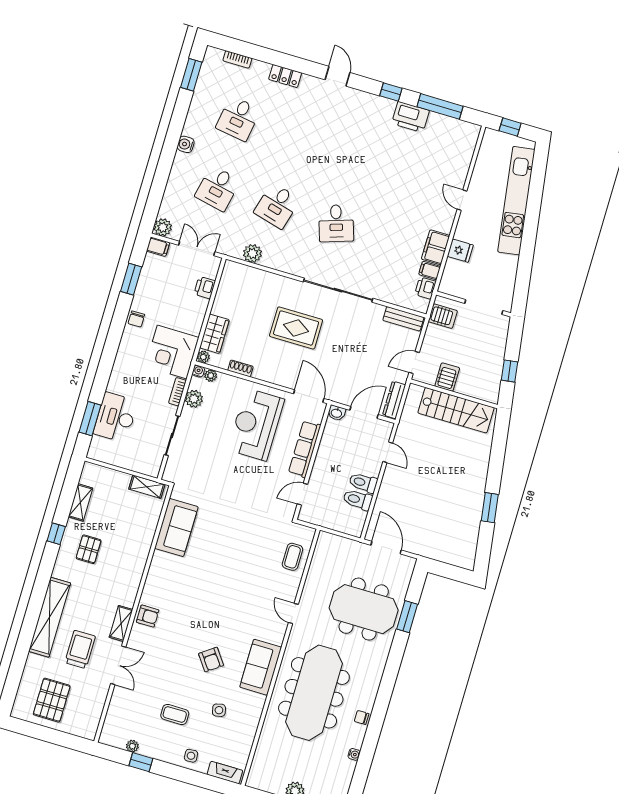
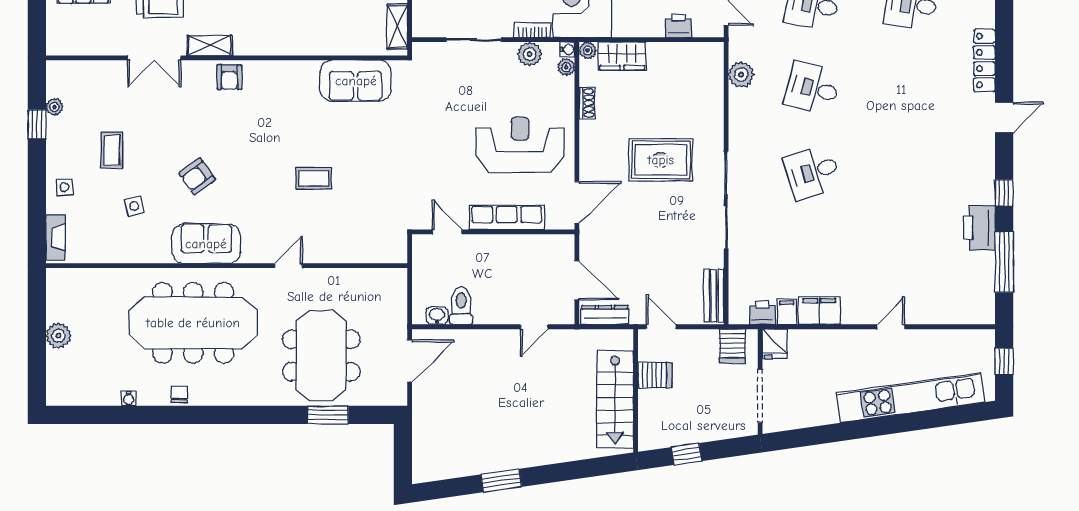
locker: (285, 76) -> (984, 60), width x1.53
fridge: (460, 251) -> (775, 344), moved
rug: (296, 328) -> (661, 160), turned 90
washbasin: (336, 413) -> (437, 316), moved, turned 90
toilet: (363, 483) -> (485, 306), removed
coffee table: (292, 557) -> (314, 179), moved

